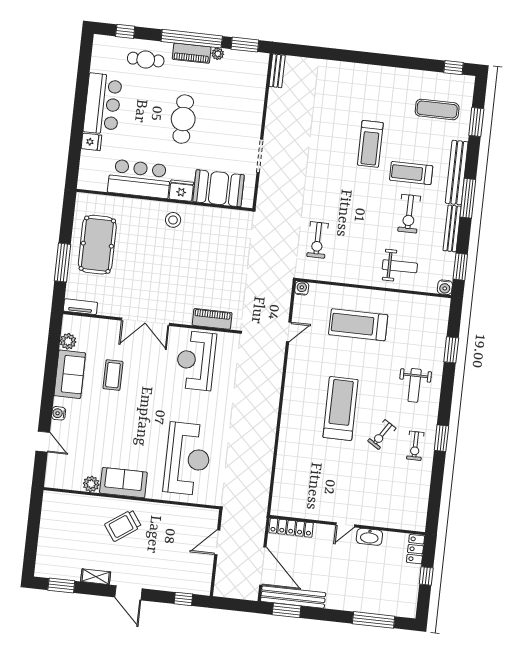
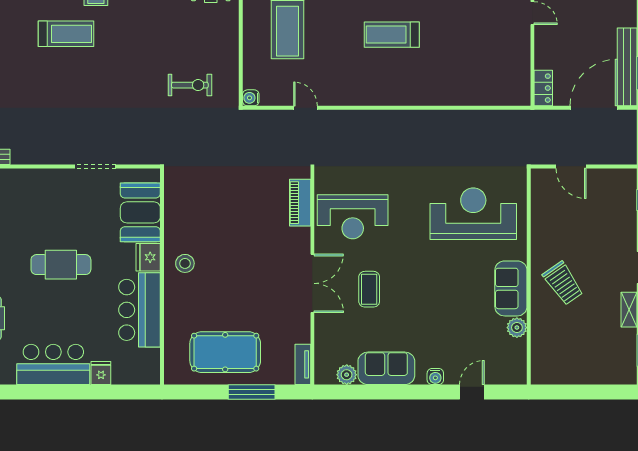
coffee table: (113, 375) -> (369, 289), moved, turned 90
treadmill: (340, 409) -> (392, 35), width x0.73, depth x0.73
locker: (291, 528) -> (543, 88), width x0.66

